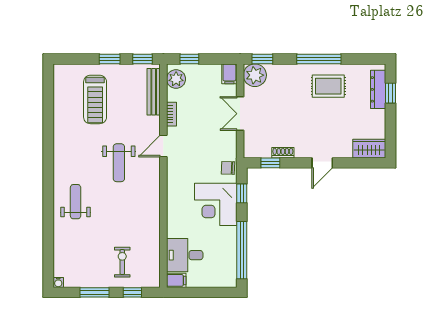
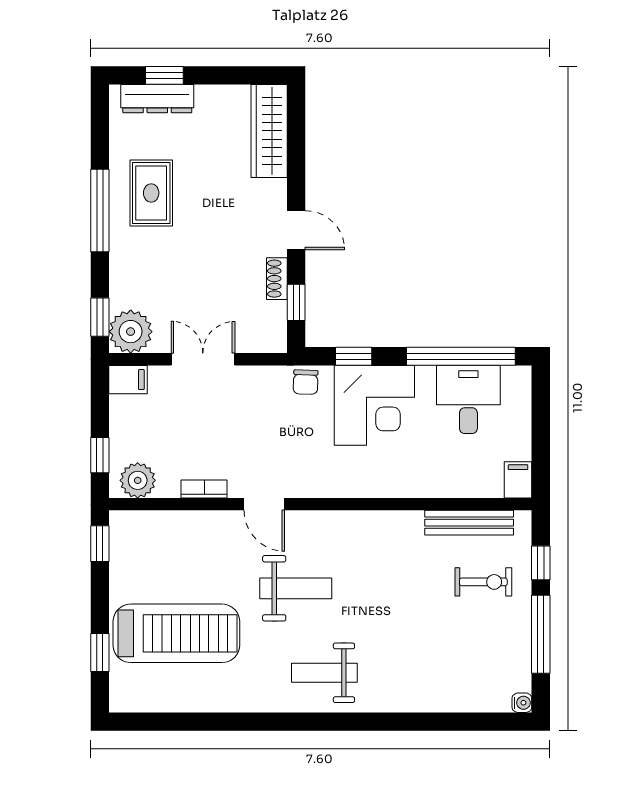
window: (110, 59) -> (100, 653), moved
bench: (154, 92) -> (469, 523), moved
treadmill: (95, 99) -> (176, 633), width x1.37, depth x1.38
double door: (240, 114) -> (203, 359), swing flipped
wardrobe: (369, 149) -> (269, 131), width x1.50
door: (322, 163) -> (296, 230), moved
weight bench: (76, 202) -> (324, 673), moved
desk: (185, 255) -> (468, 399), moved, turned 180
exercise bike: (122, 262) -> (483, 582), turned 180
window: (95, 292) -> (541, 634), width x1.44

